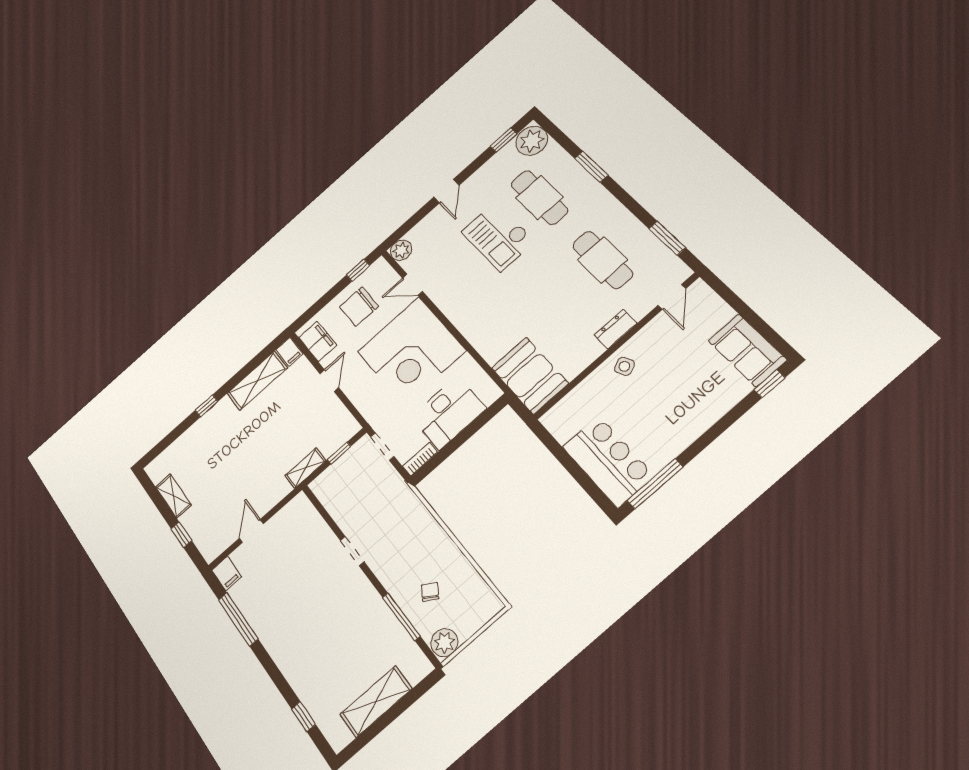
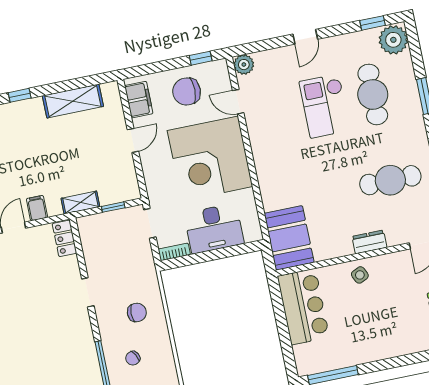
cafe table: (602, 260) -> (390, 180), turned 90
filing cabinet: (289, 352) -> (37, 208), moved, turned 180
bar counter: (608, 461) -> (303, 307), moved
locker: (305, 512) -> (64, 238), added
chair: (411, 542) -> (137, 312), added
chair: (430, 592) -> (133, 358), turned -152

